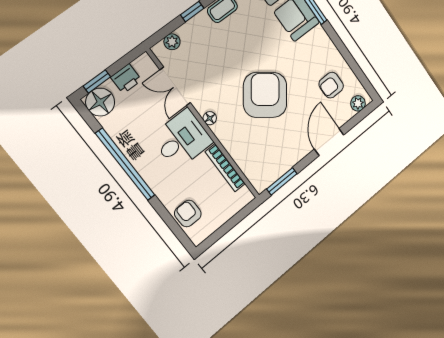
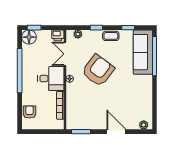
printer: (126, 79) -> (58, 35), moved
armchair: (331, 85) -> (137, 107), removed
armchair: (265, 95) -> (98, 70), moved
door: (329, 142) -> (116, 132), hinge flipped

